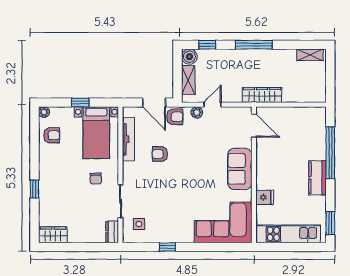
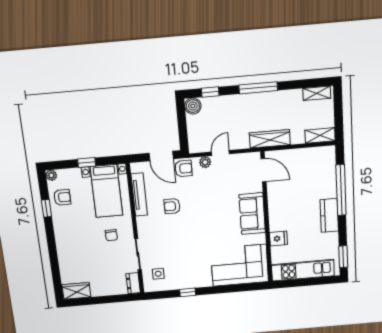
shelving: (188, 80) -> (320, 135), moved, turned 90
window: (34, 189) -> (46, 208), moved

